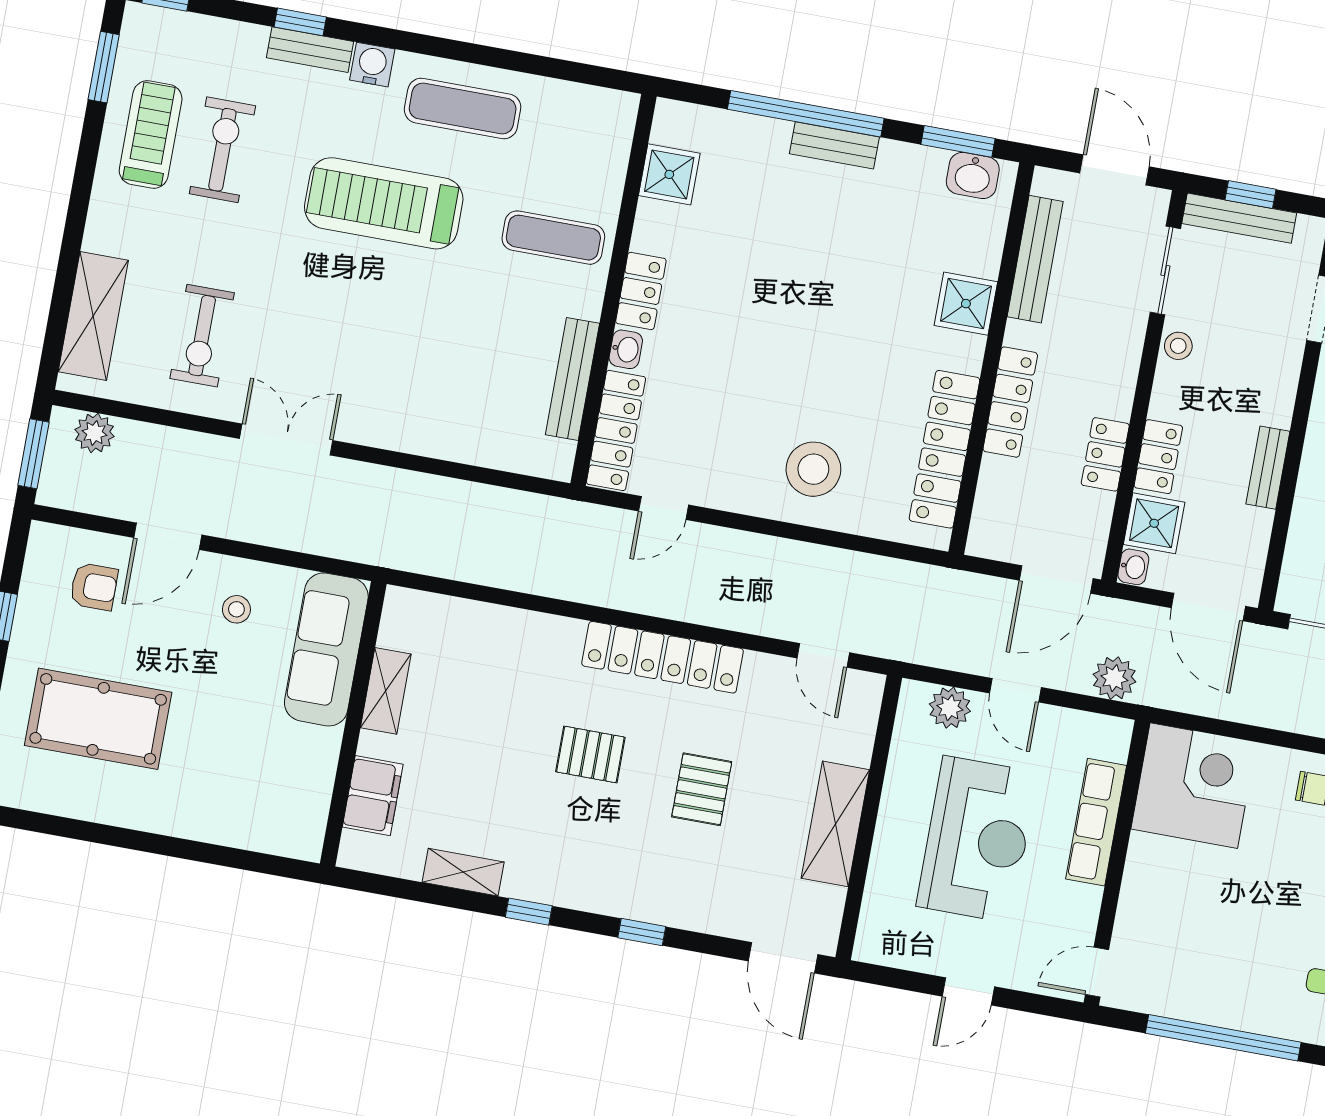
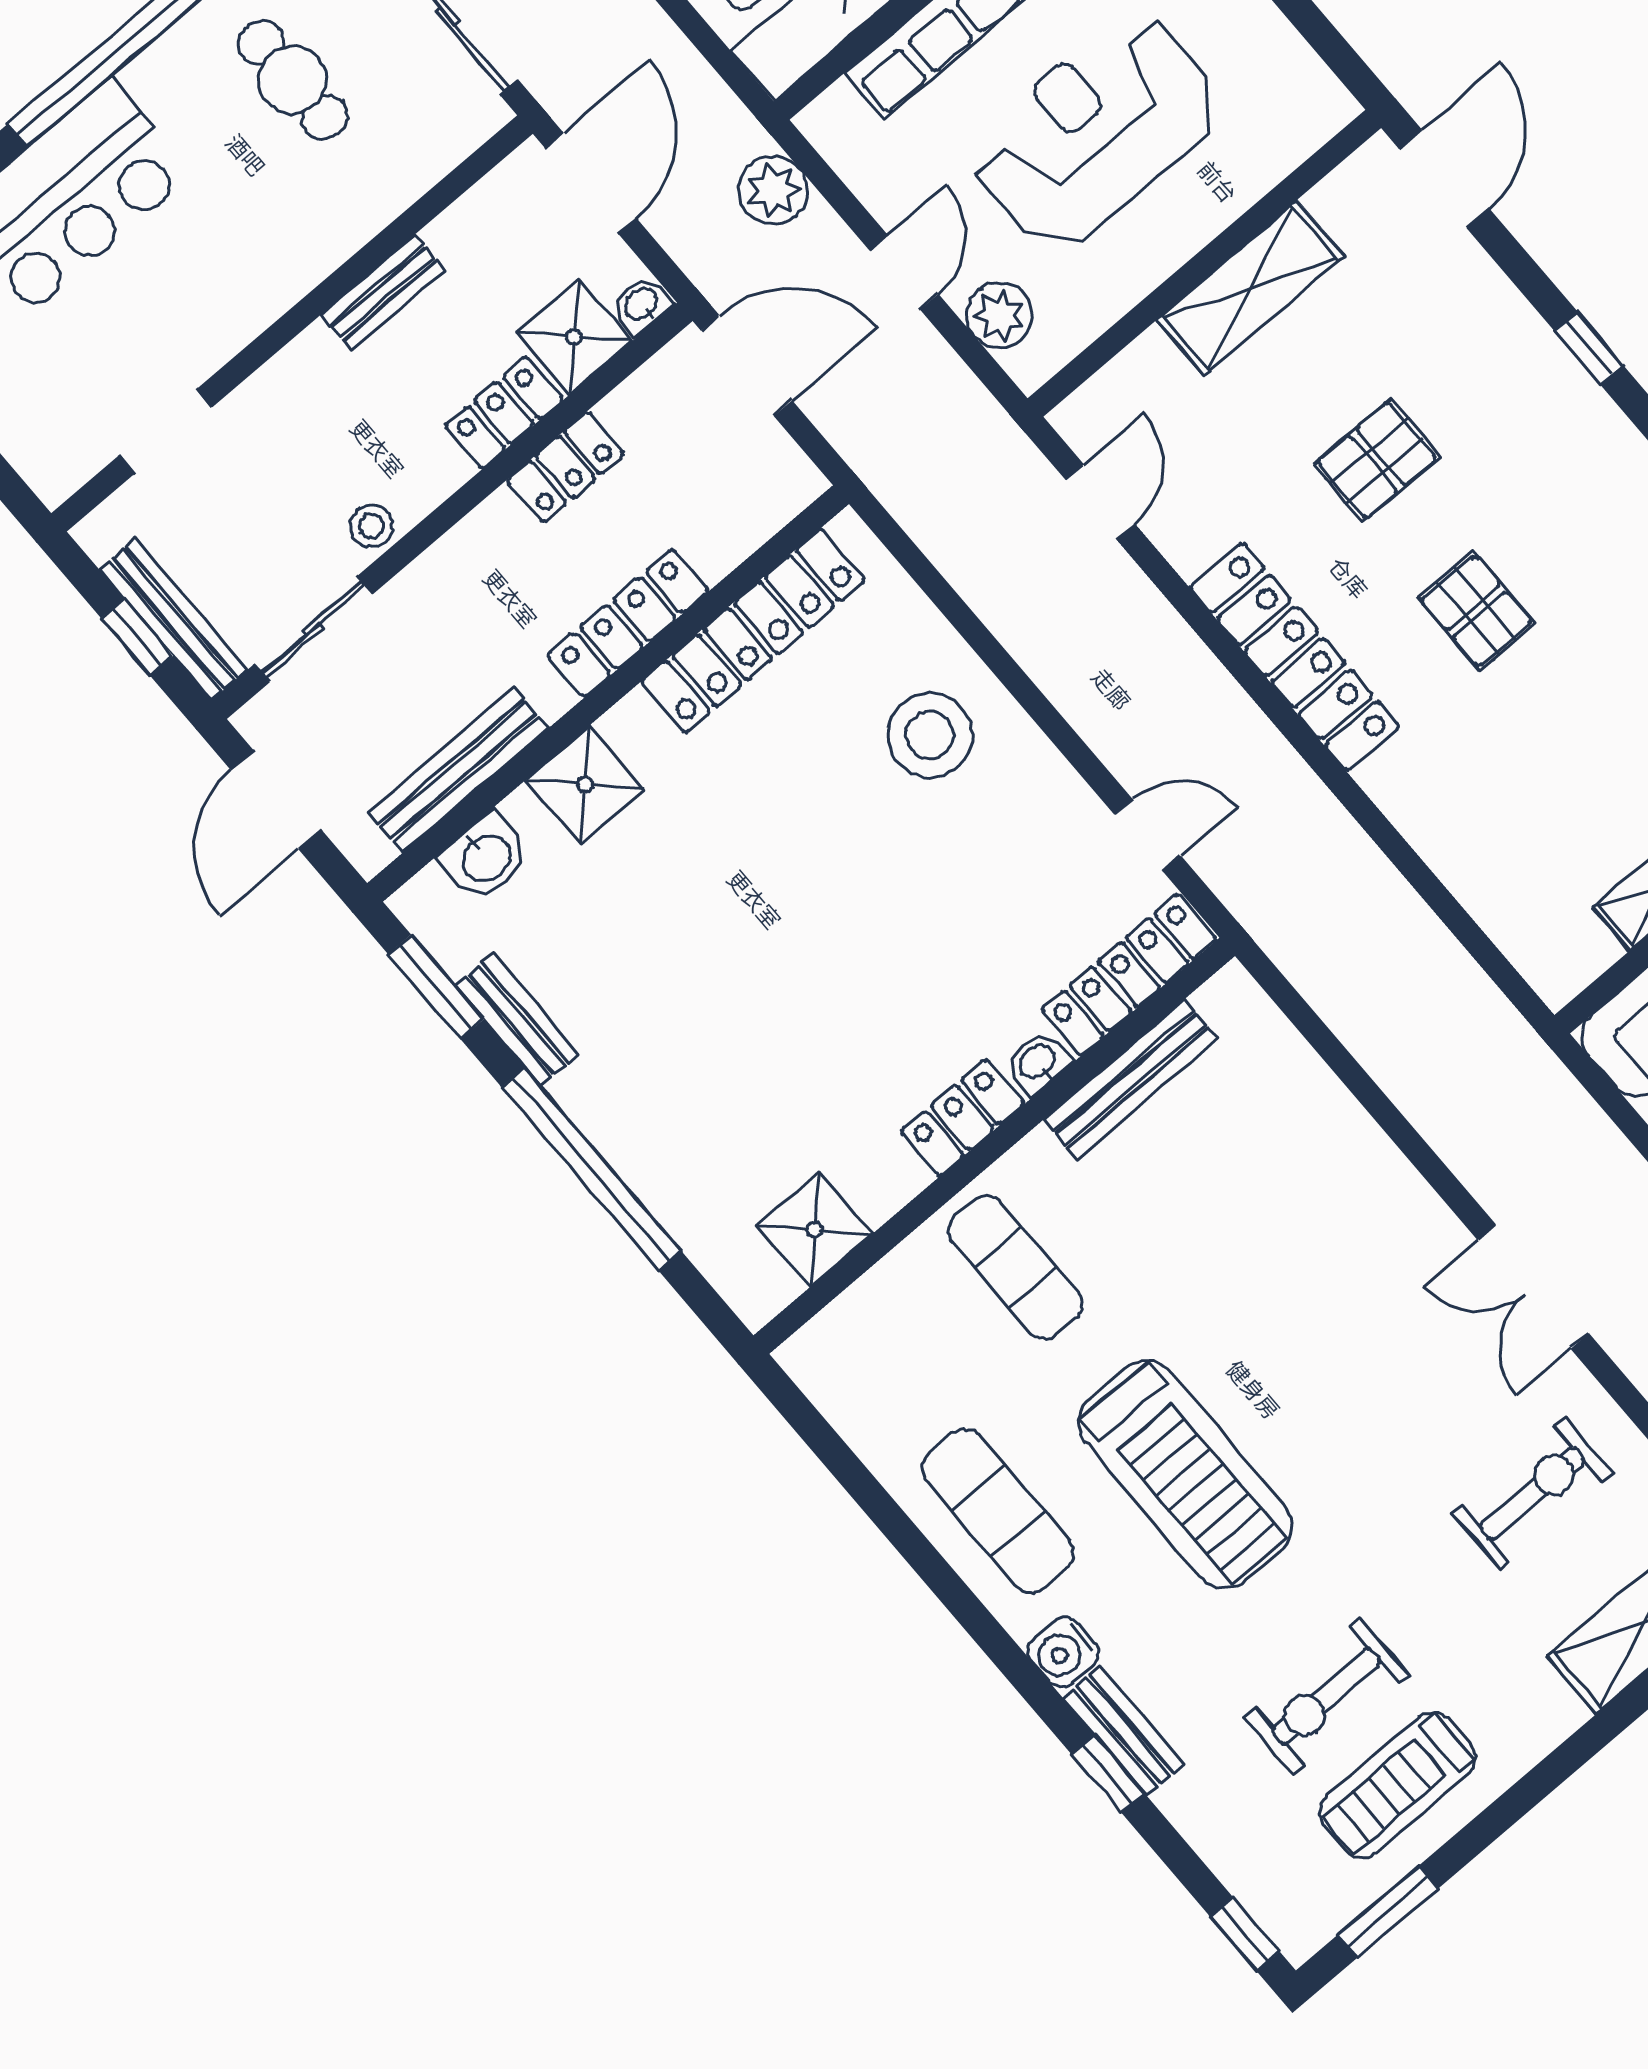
bench: (834, 145) -> (517, 1020), moved
washbasin: (973, 176) -> (485, 857), moved, turned 90

